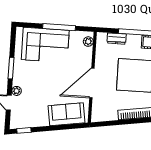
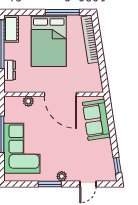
plant: (88, 42) -> (28, 101), moved
plant: (17, 91) -> (62, 176), moved

